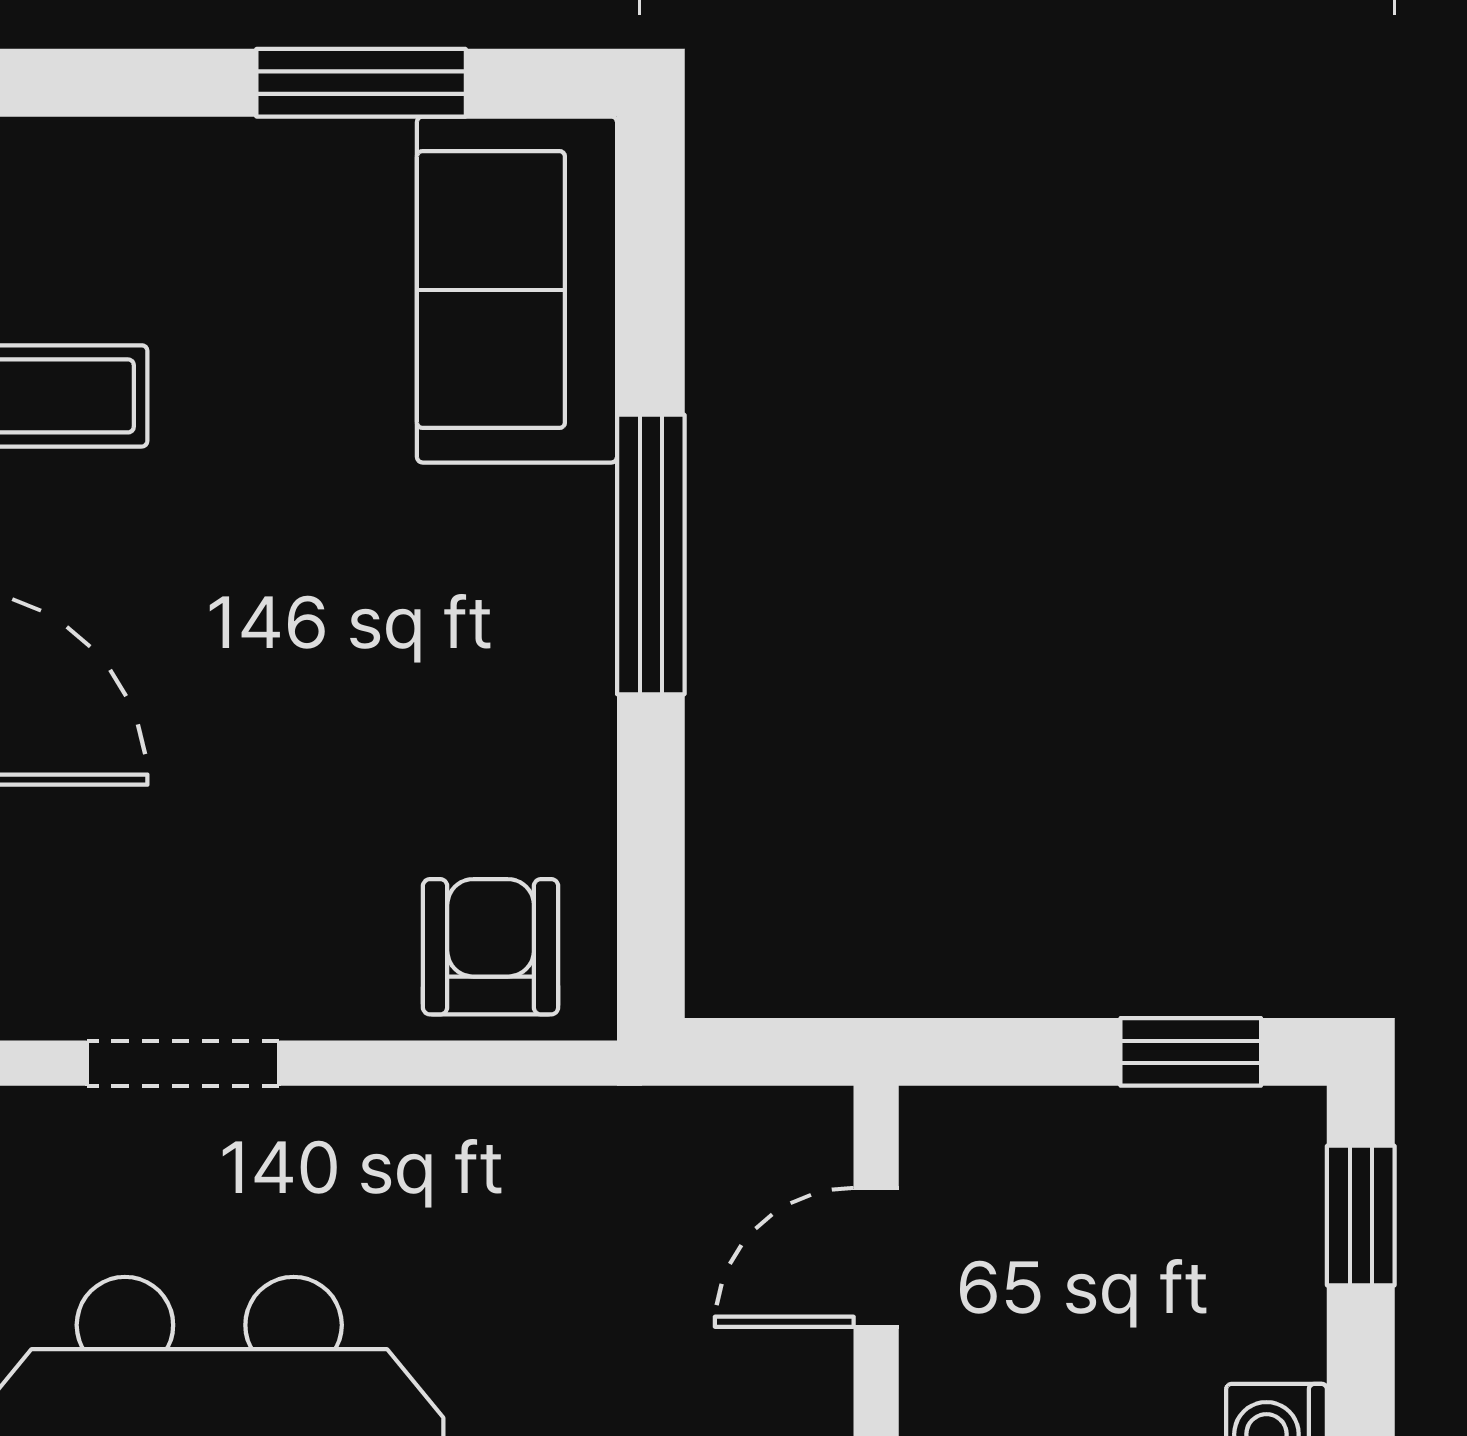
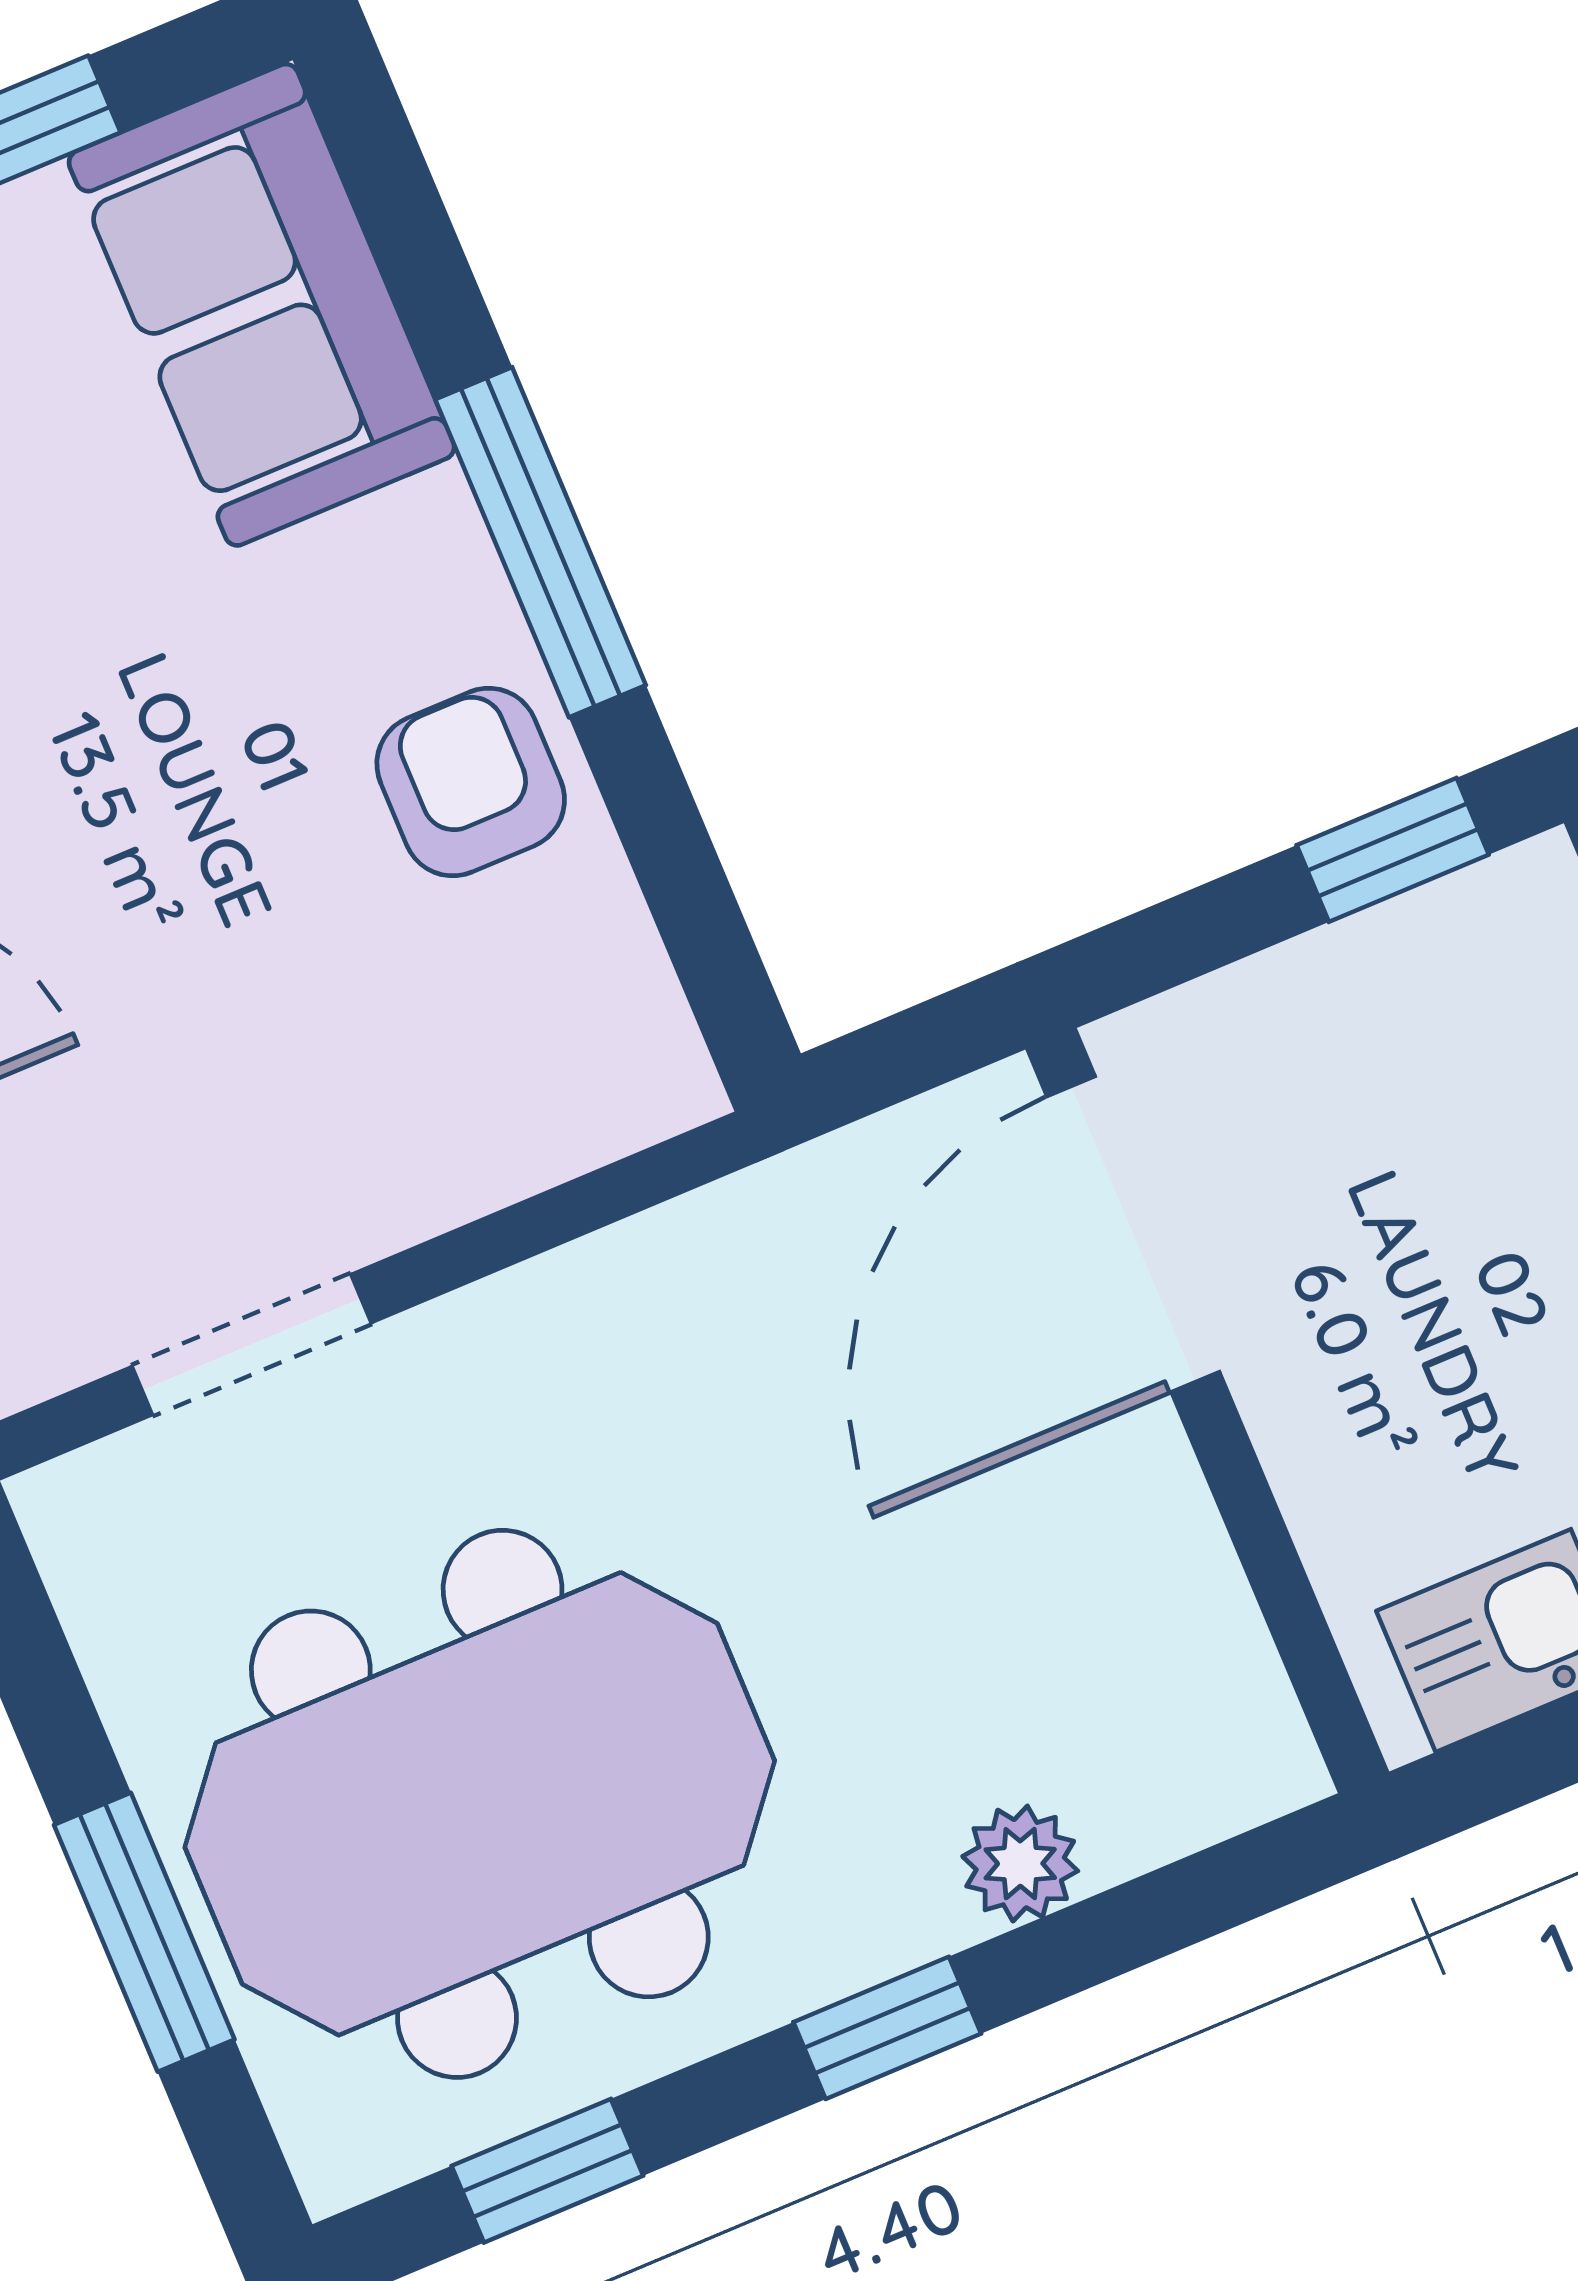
armchair: (491, 947) -> (471, 782), moved
door: (876, 1257) -> (1133, 1234), width x1.87

